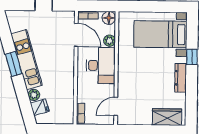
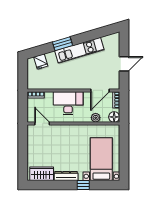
window: (14, 64) -> (63, 44), moved
desk: (101, 65) -> (68, 103), moved, turned 180
plant: (34, 95) -> (51, 57), removed
wardrobe: (167, 117) -> (42, 174), moved, turned -90

